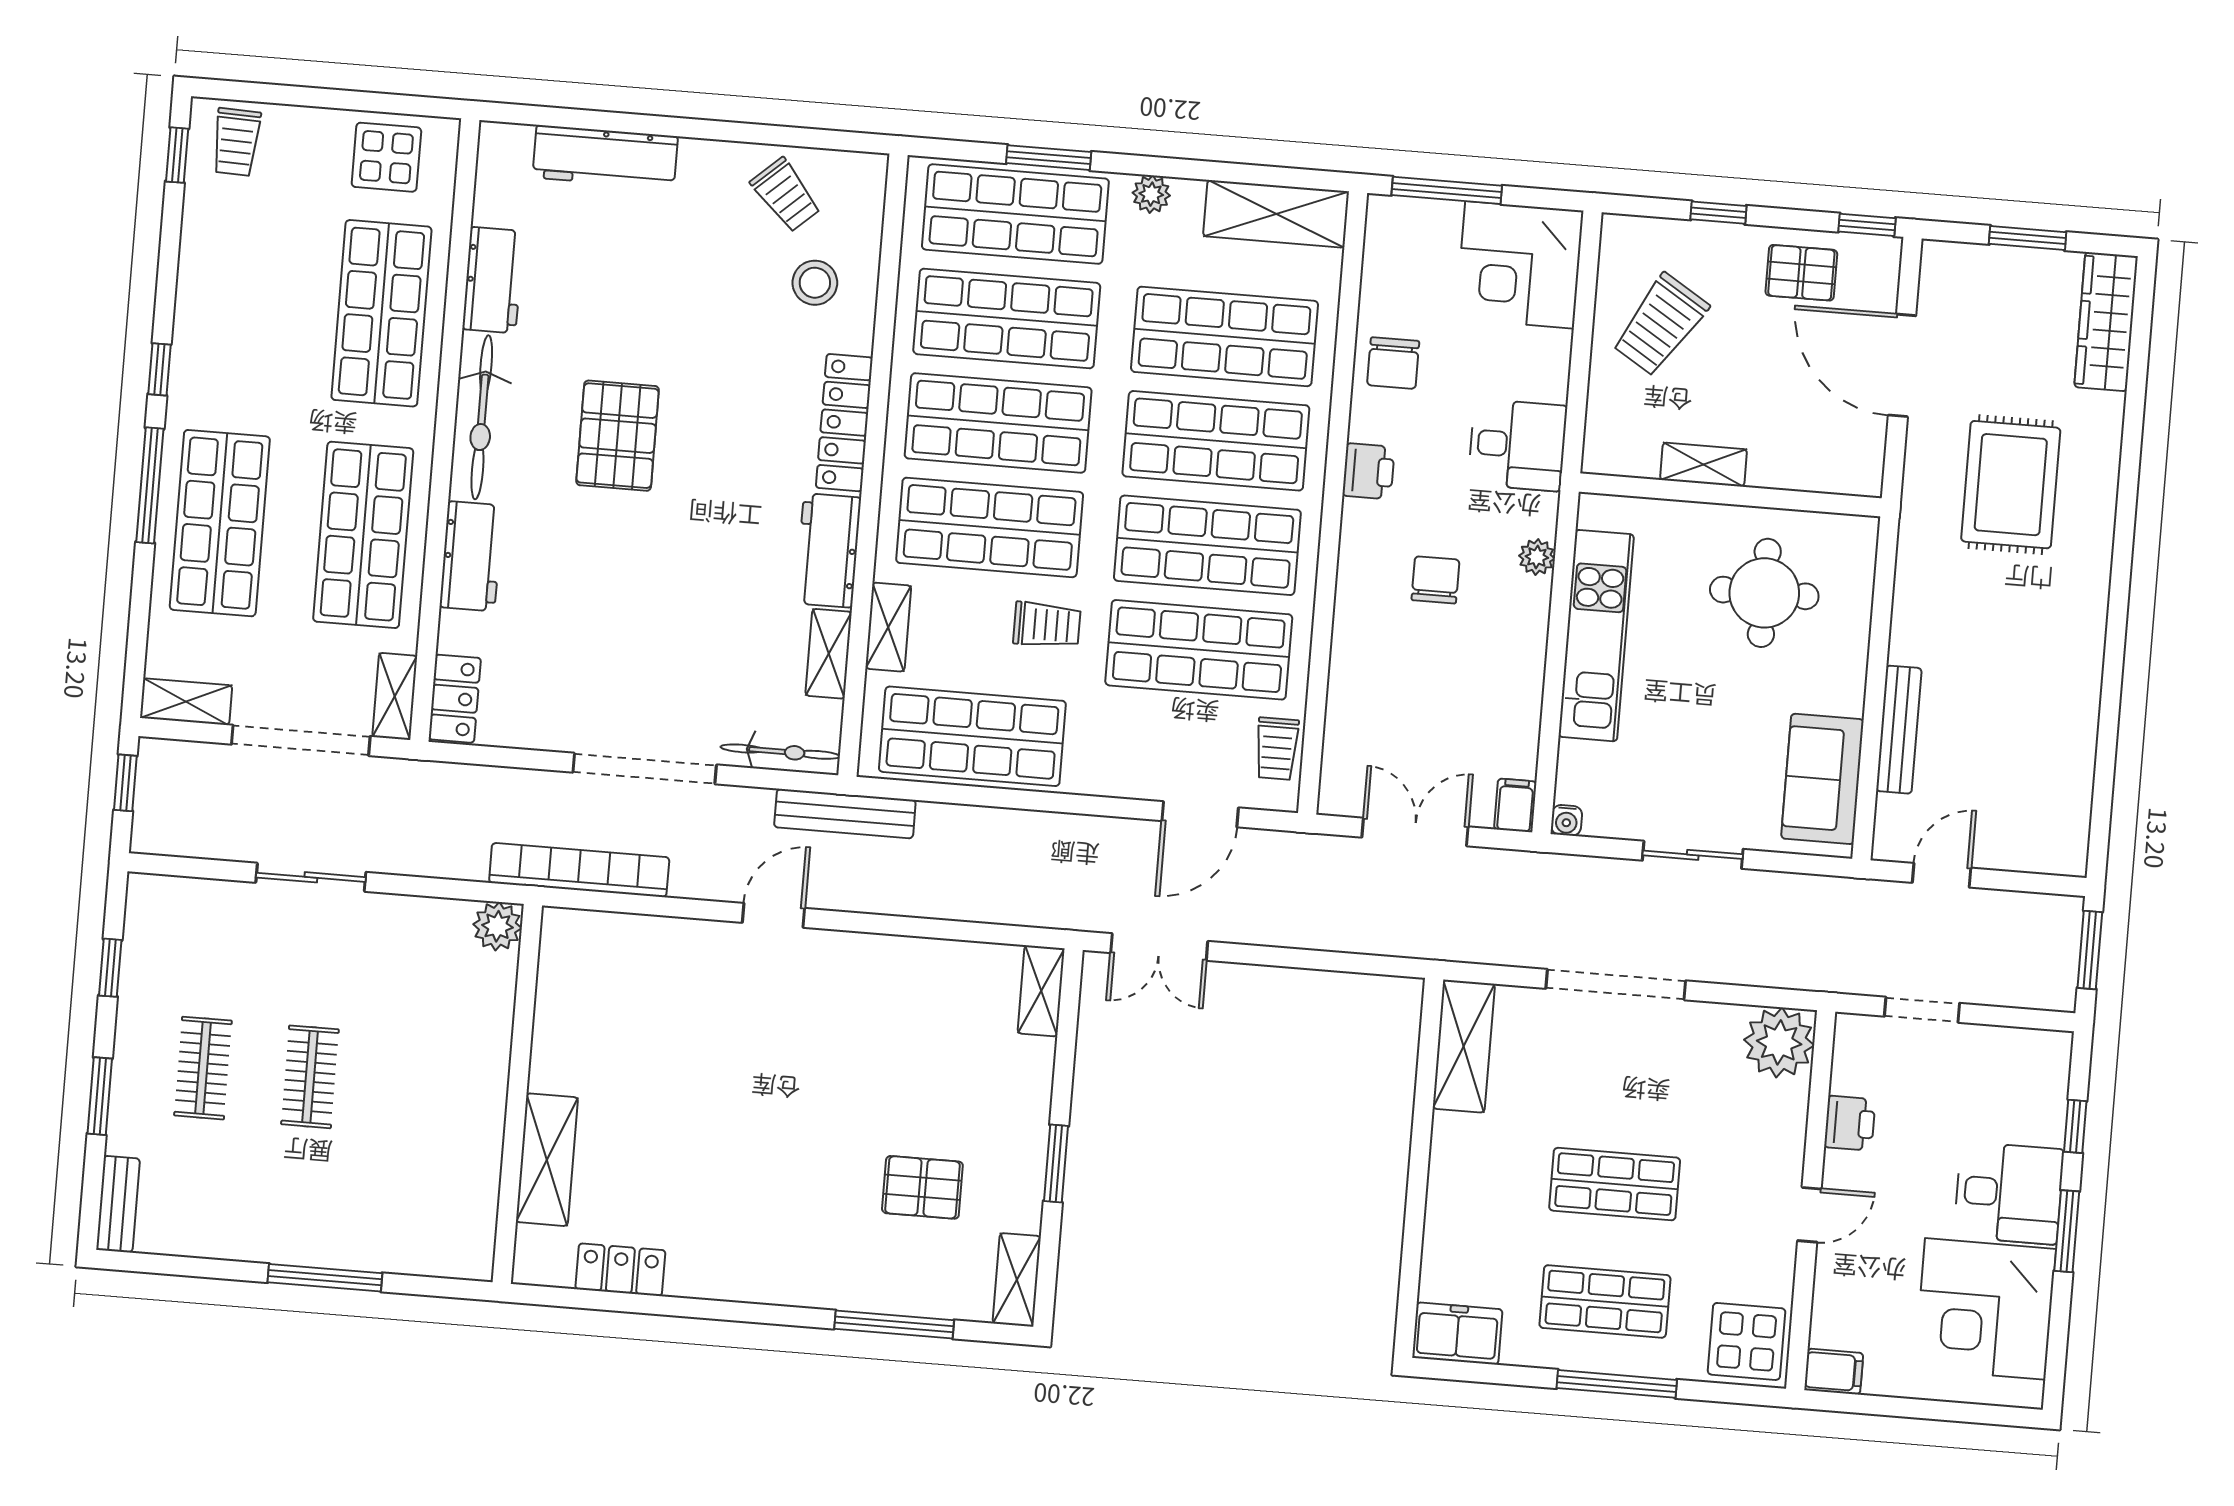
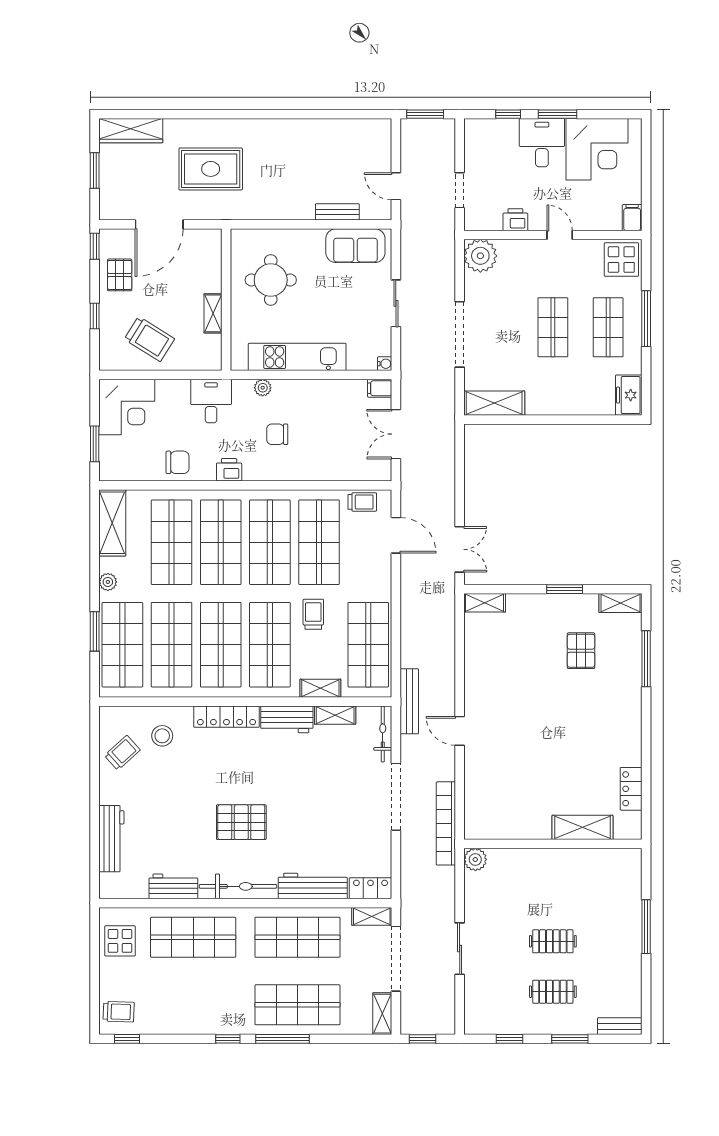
window: (1447, 190) -> (95, 444), width x0.69
workbench: (471, 556) -> (313, 886), width x1.37
bench: (1899, 730) -> (337, 212), width x0.73

